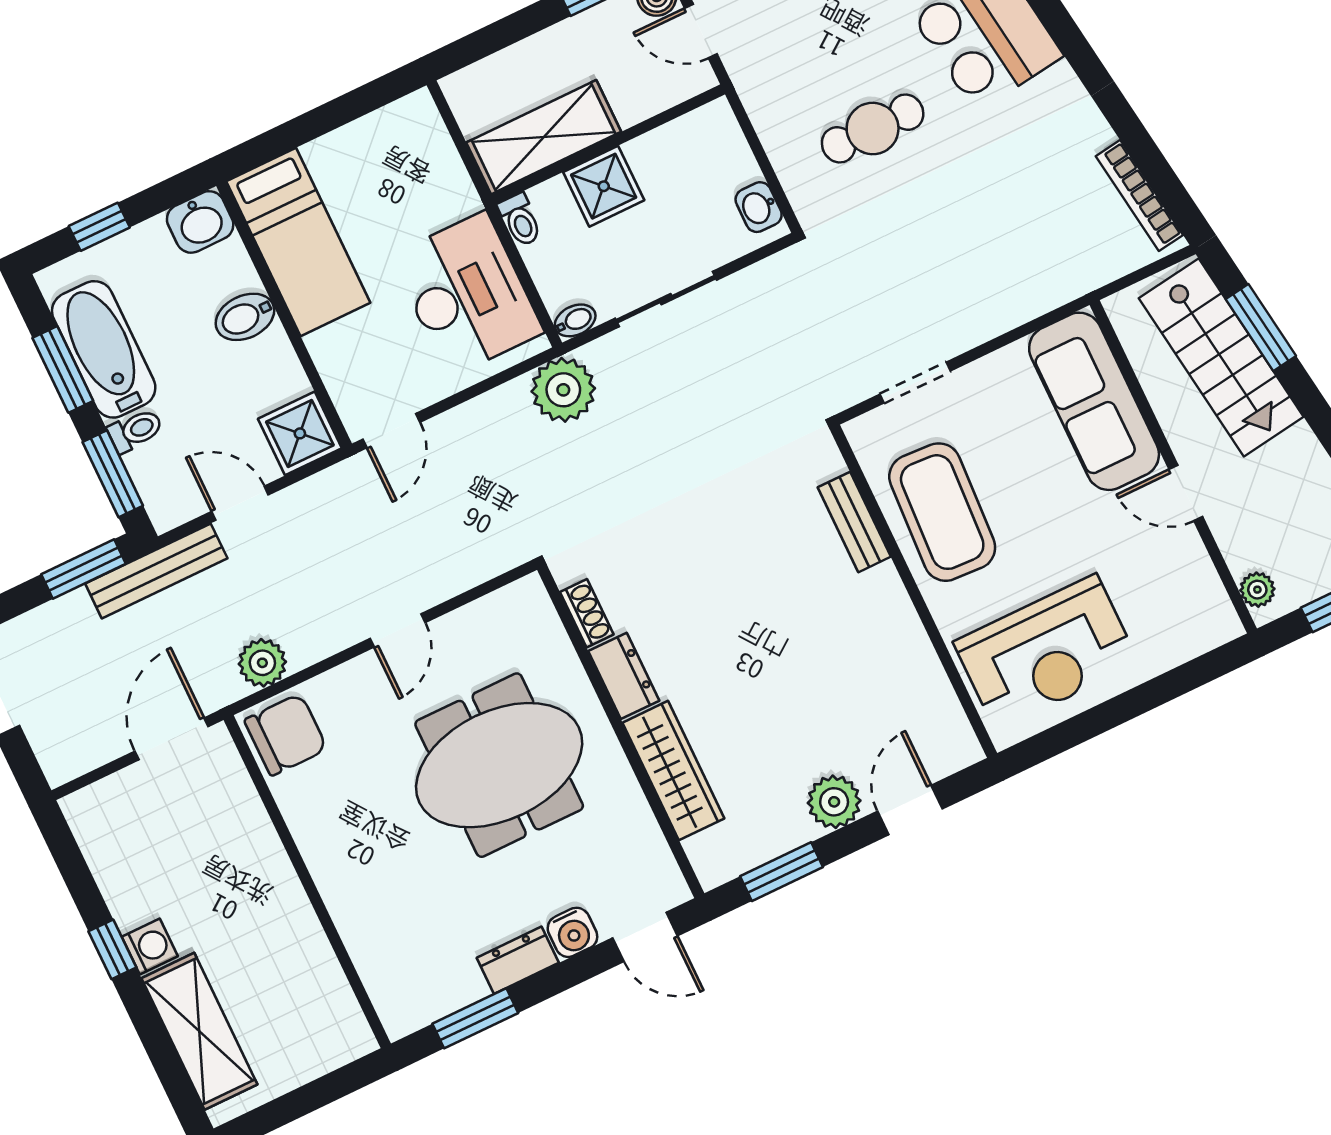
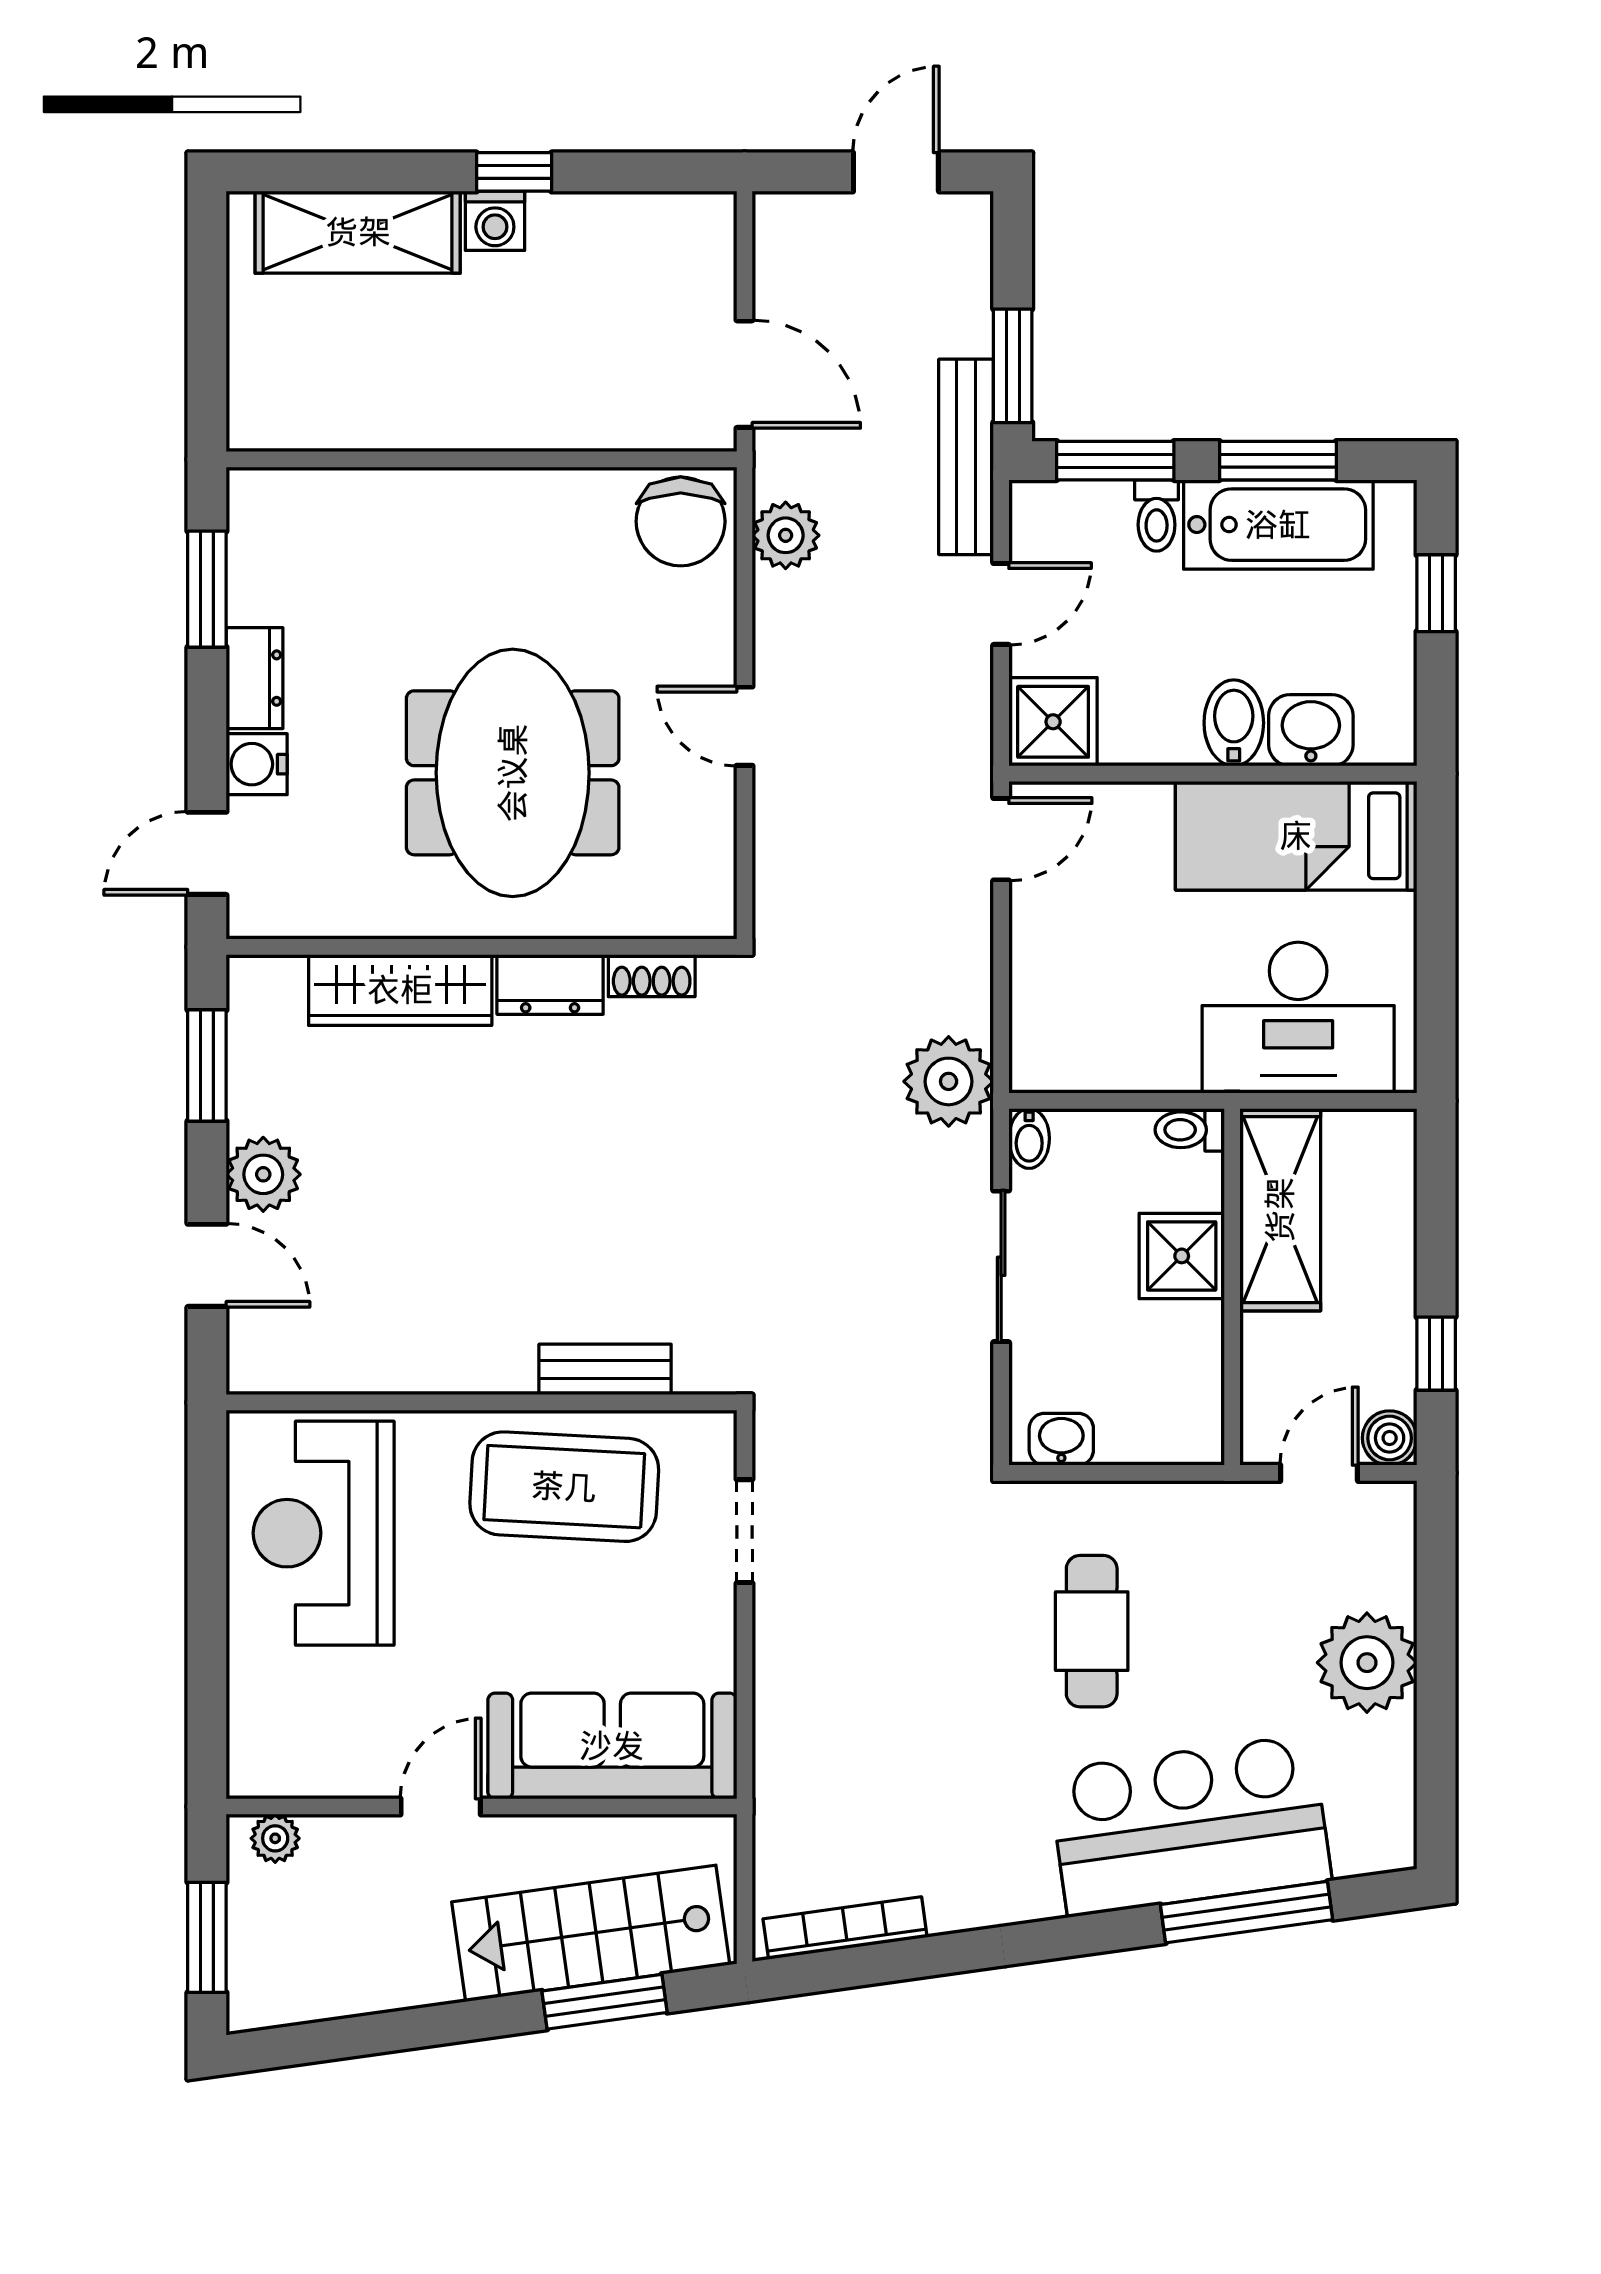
washbasin: (200, 222) -> (1311, 730), moved, turned 90
desk: (467, 294) -> (1298, 1018), moved
door: (391, 431) -> (1001, 839), swing flipped

